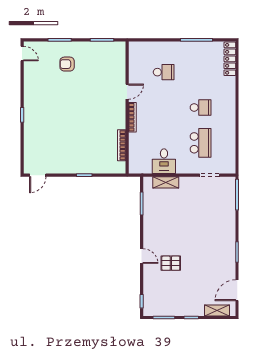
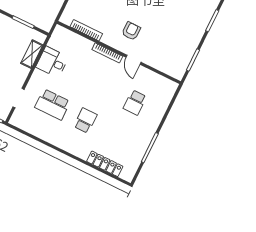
locker: (230, 59) -> (105, 164), moved
armchair: (67, 64) -> (131, 31), moved
school desk: (201, 107) -> (85, 121), turned 180

